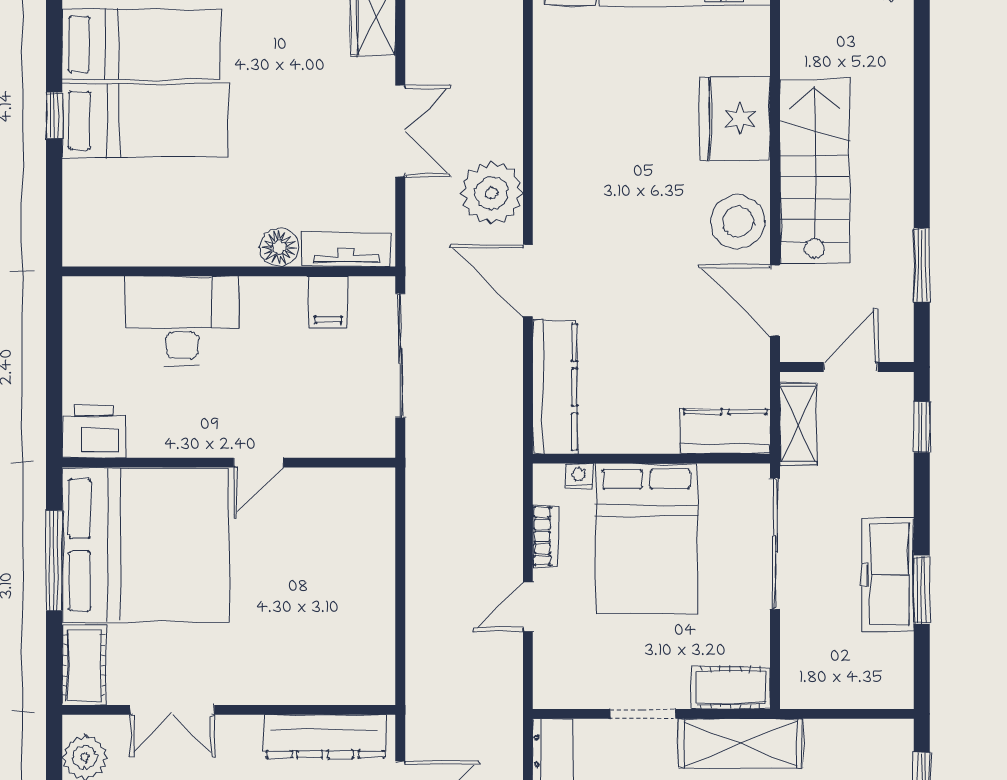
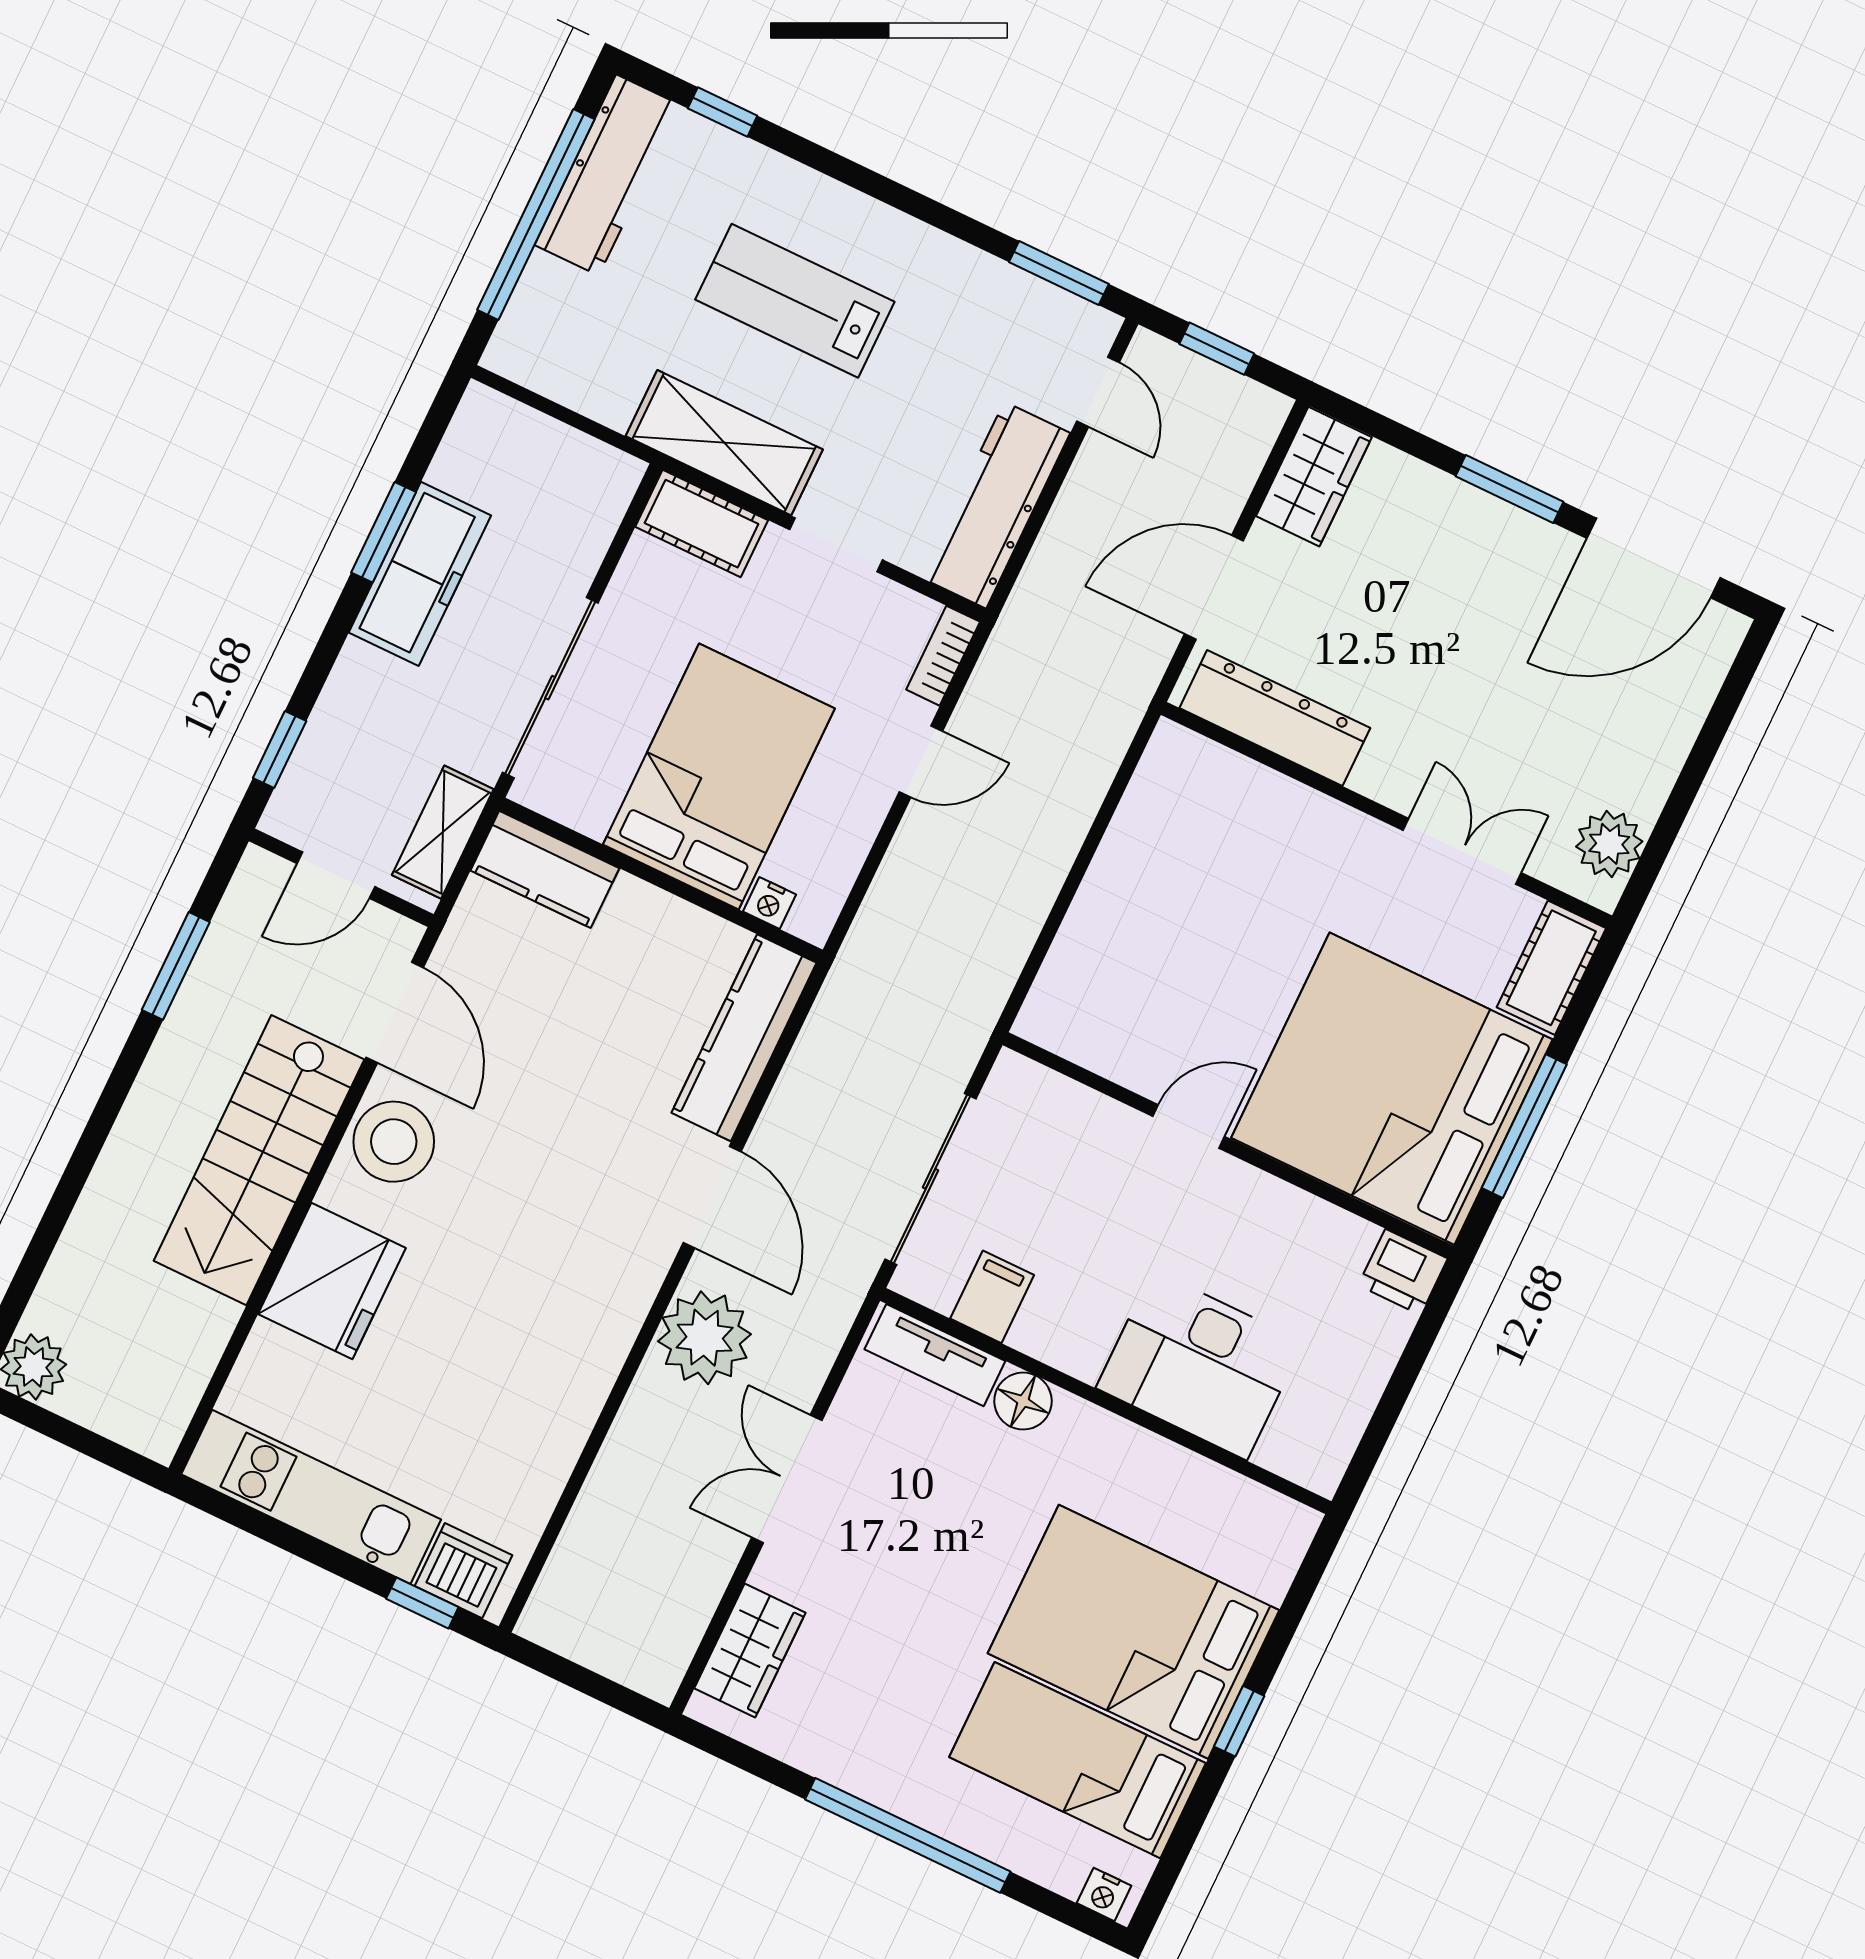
bed: (145, 120) -> (1133, 1632), width x1.50
printer: (94, 432) -> (1403, 1272), width x0.73, depth x0.81
bookcase: (545, 536) -> (943, 656), moved

